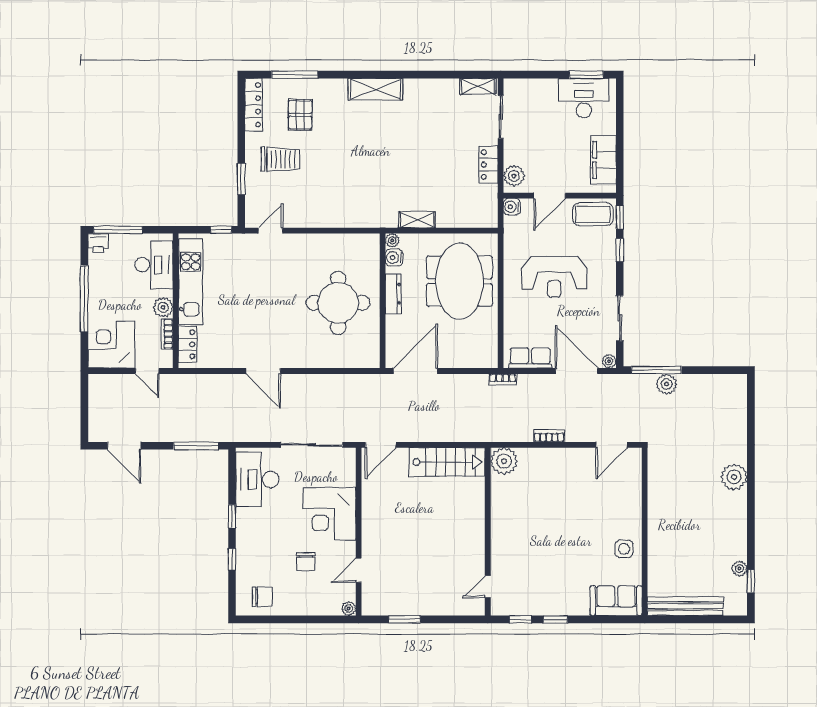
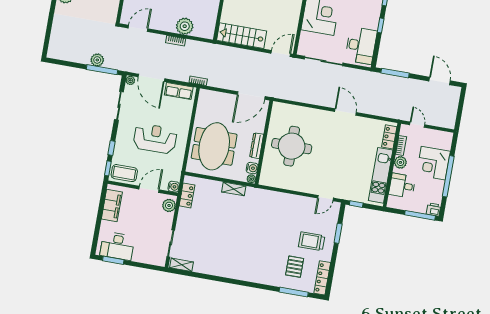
shelving: (376, 89) -> (245, 274), removed
locker: (488, 165) -> (187, 195), moved
desk: (154, 265) -> (402, 186), width x0.73
corner desk: (111, 345) -> (433, 163), moved, turned 90
plant: (504, 461) -> (185, 26), moved

